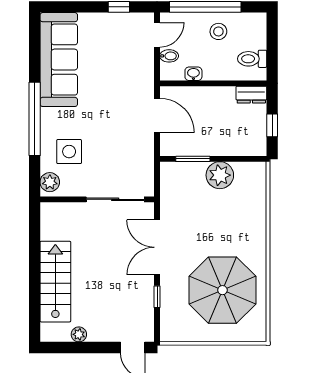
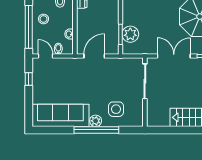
plant: (220, 175) -> (130, 34), moved
plant: (50, 182) -> (96, 121), moved
double door: (157, 247) -> (174, 56), swing flipped

